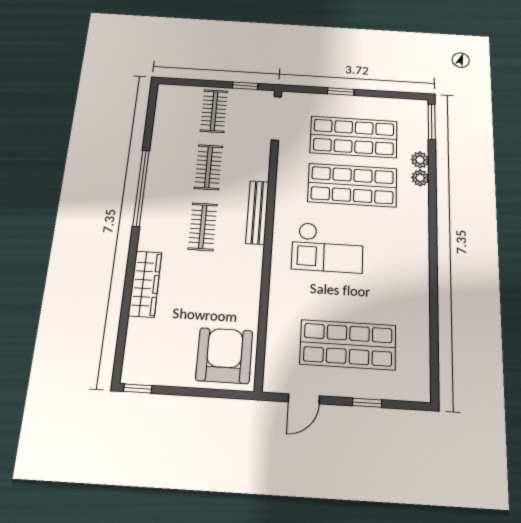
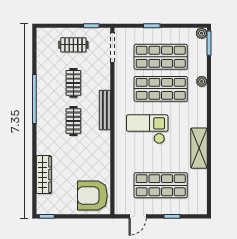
clothes rail: (214, 111) -> (73, 45), turned 90
plant: (420, 160) -> (202, 33), moved
checkout: (328, 248) -> (147, 129), turned 180
wardrobe: (145, 284) -> (44, 175), moved
shelving: (416, 284) -> (199, 148), added
armchair: (224, 356) -> (92, 196), turned -90

